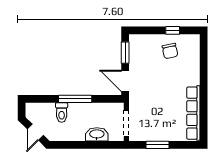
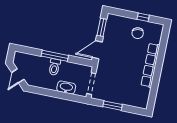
door: (125, 81) -> (97, 50), hinge flipped
toilet: (62, 112) -> (54, 67), moved
row of seats: (193, 113) -> (150, 65), moved

